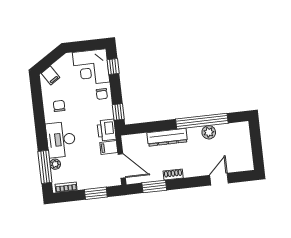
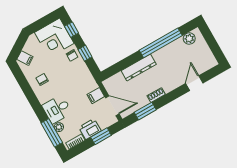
window: (118, 112) -> (85, 53), moved
printer: (107, 130) -> (90, 129), moved, turned 90
plant: (209, 132) -> (189, 39), moved
desk: (61, 140) -> (57, 109), width x0.73

